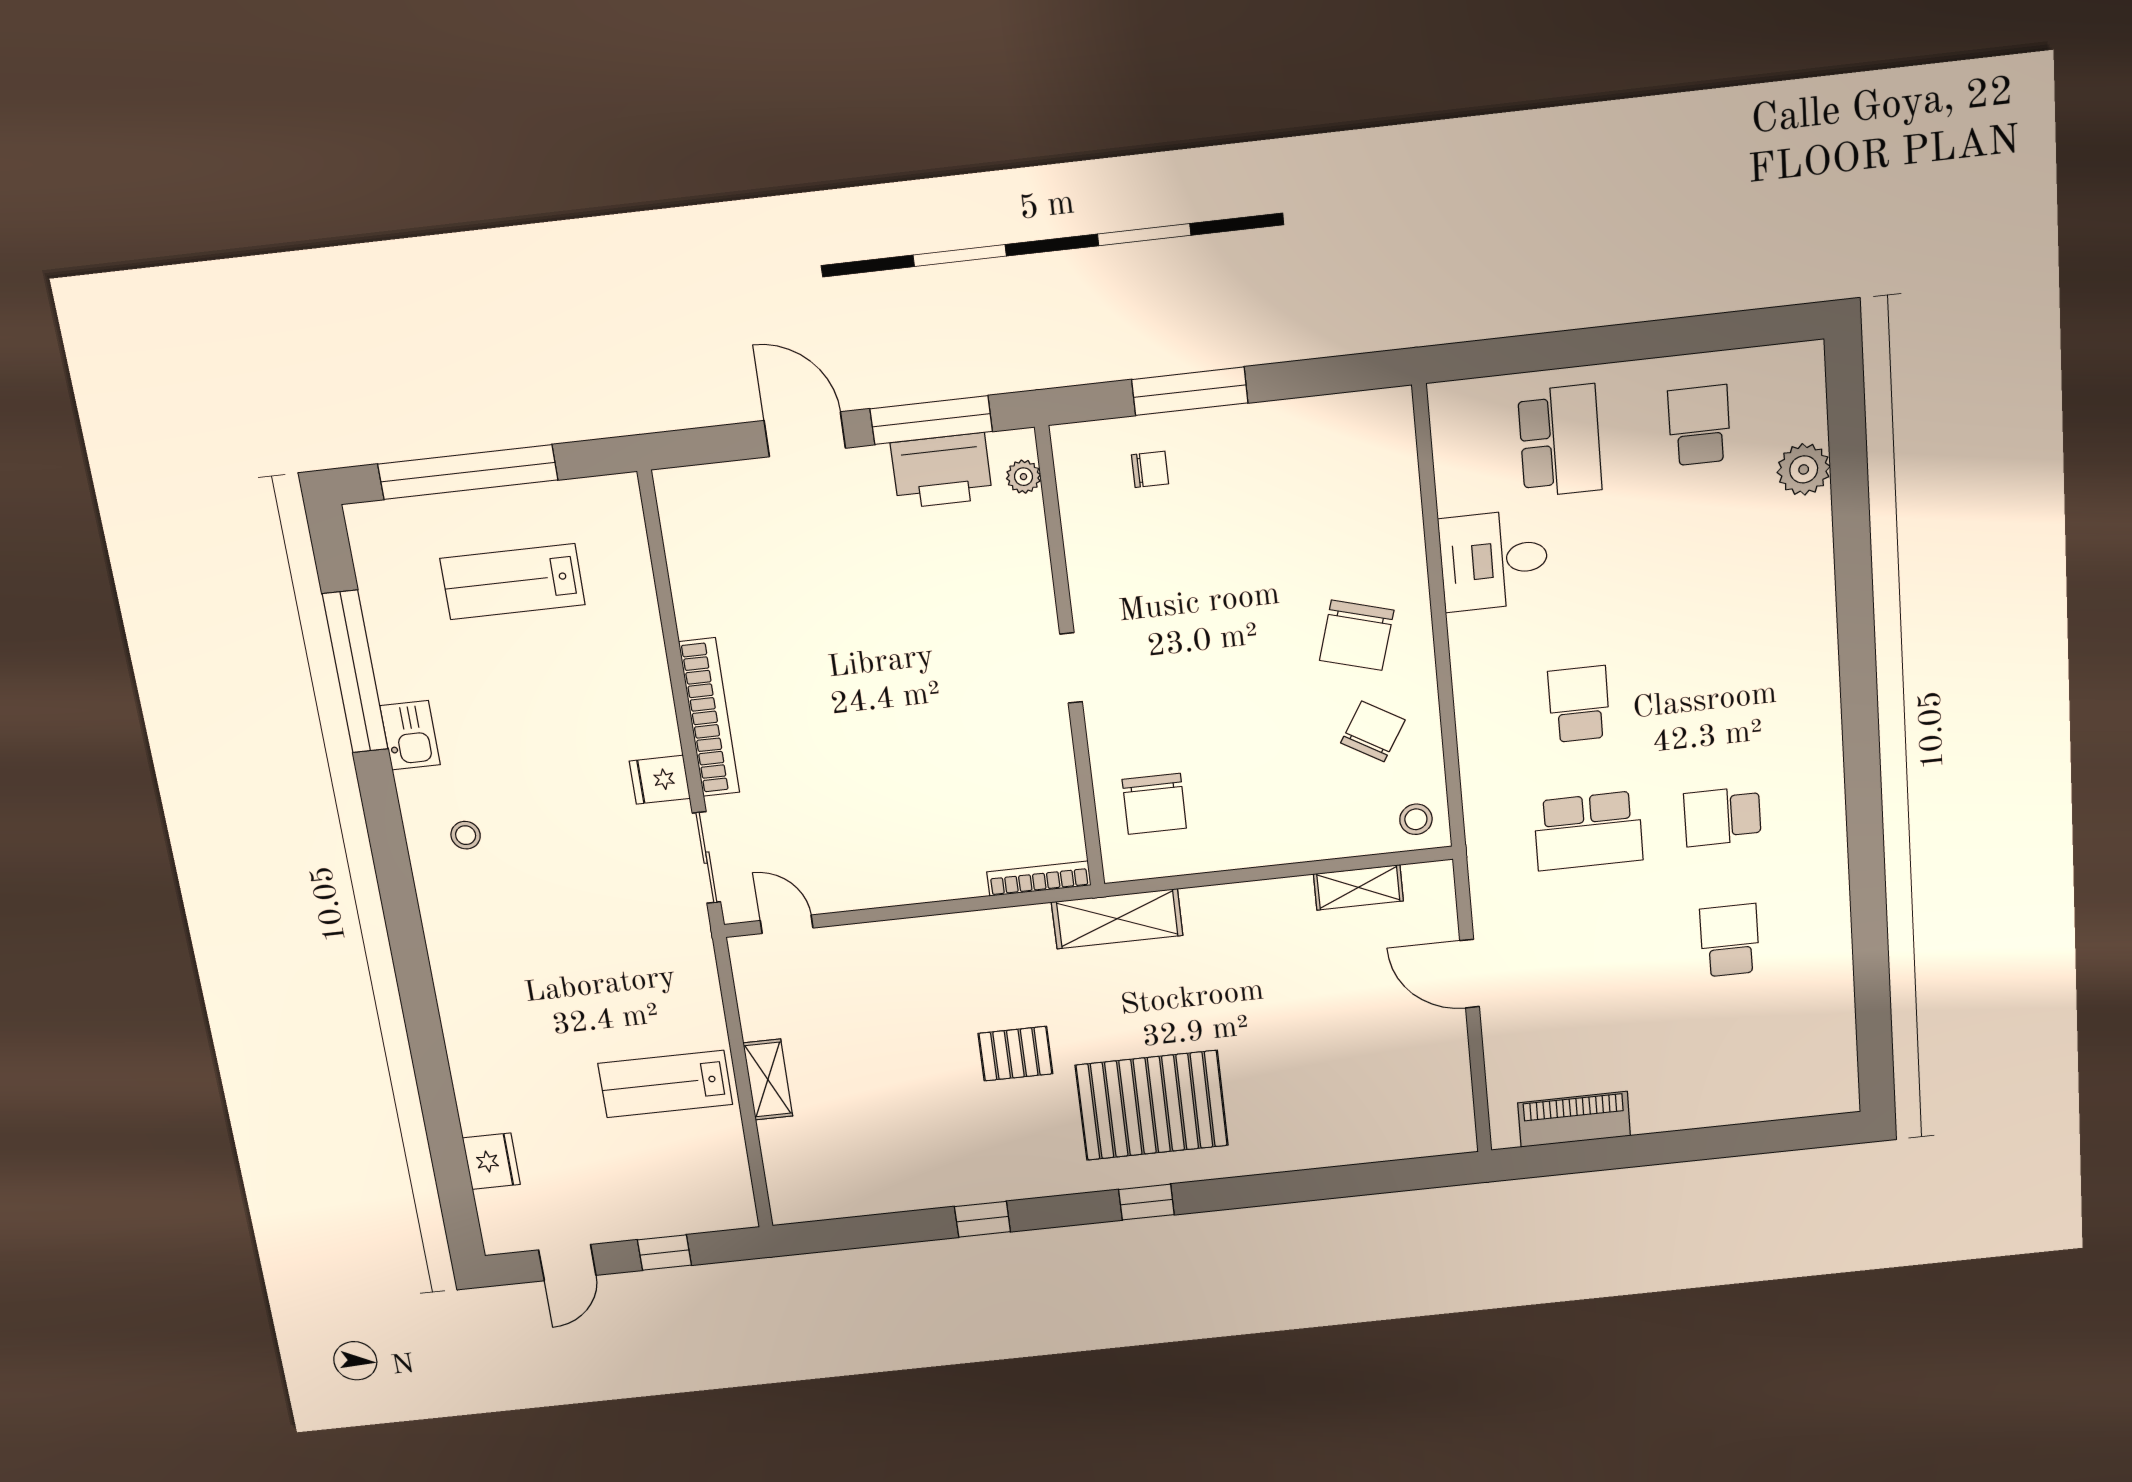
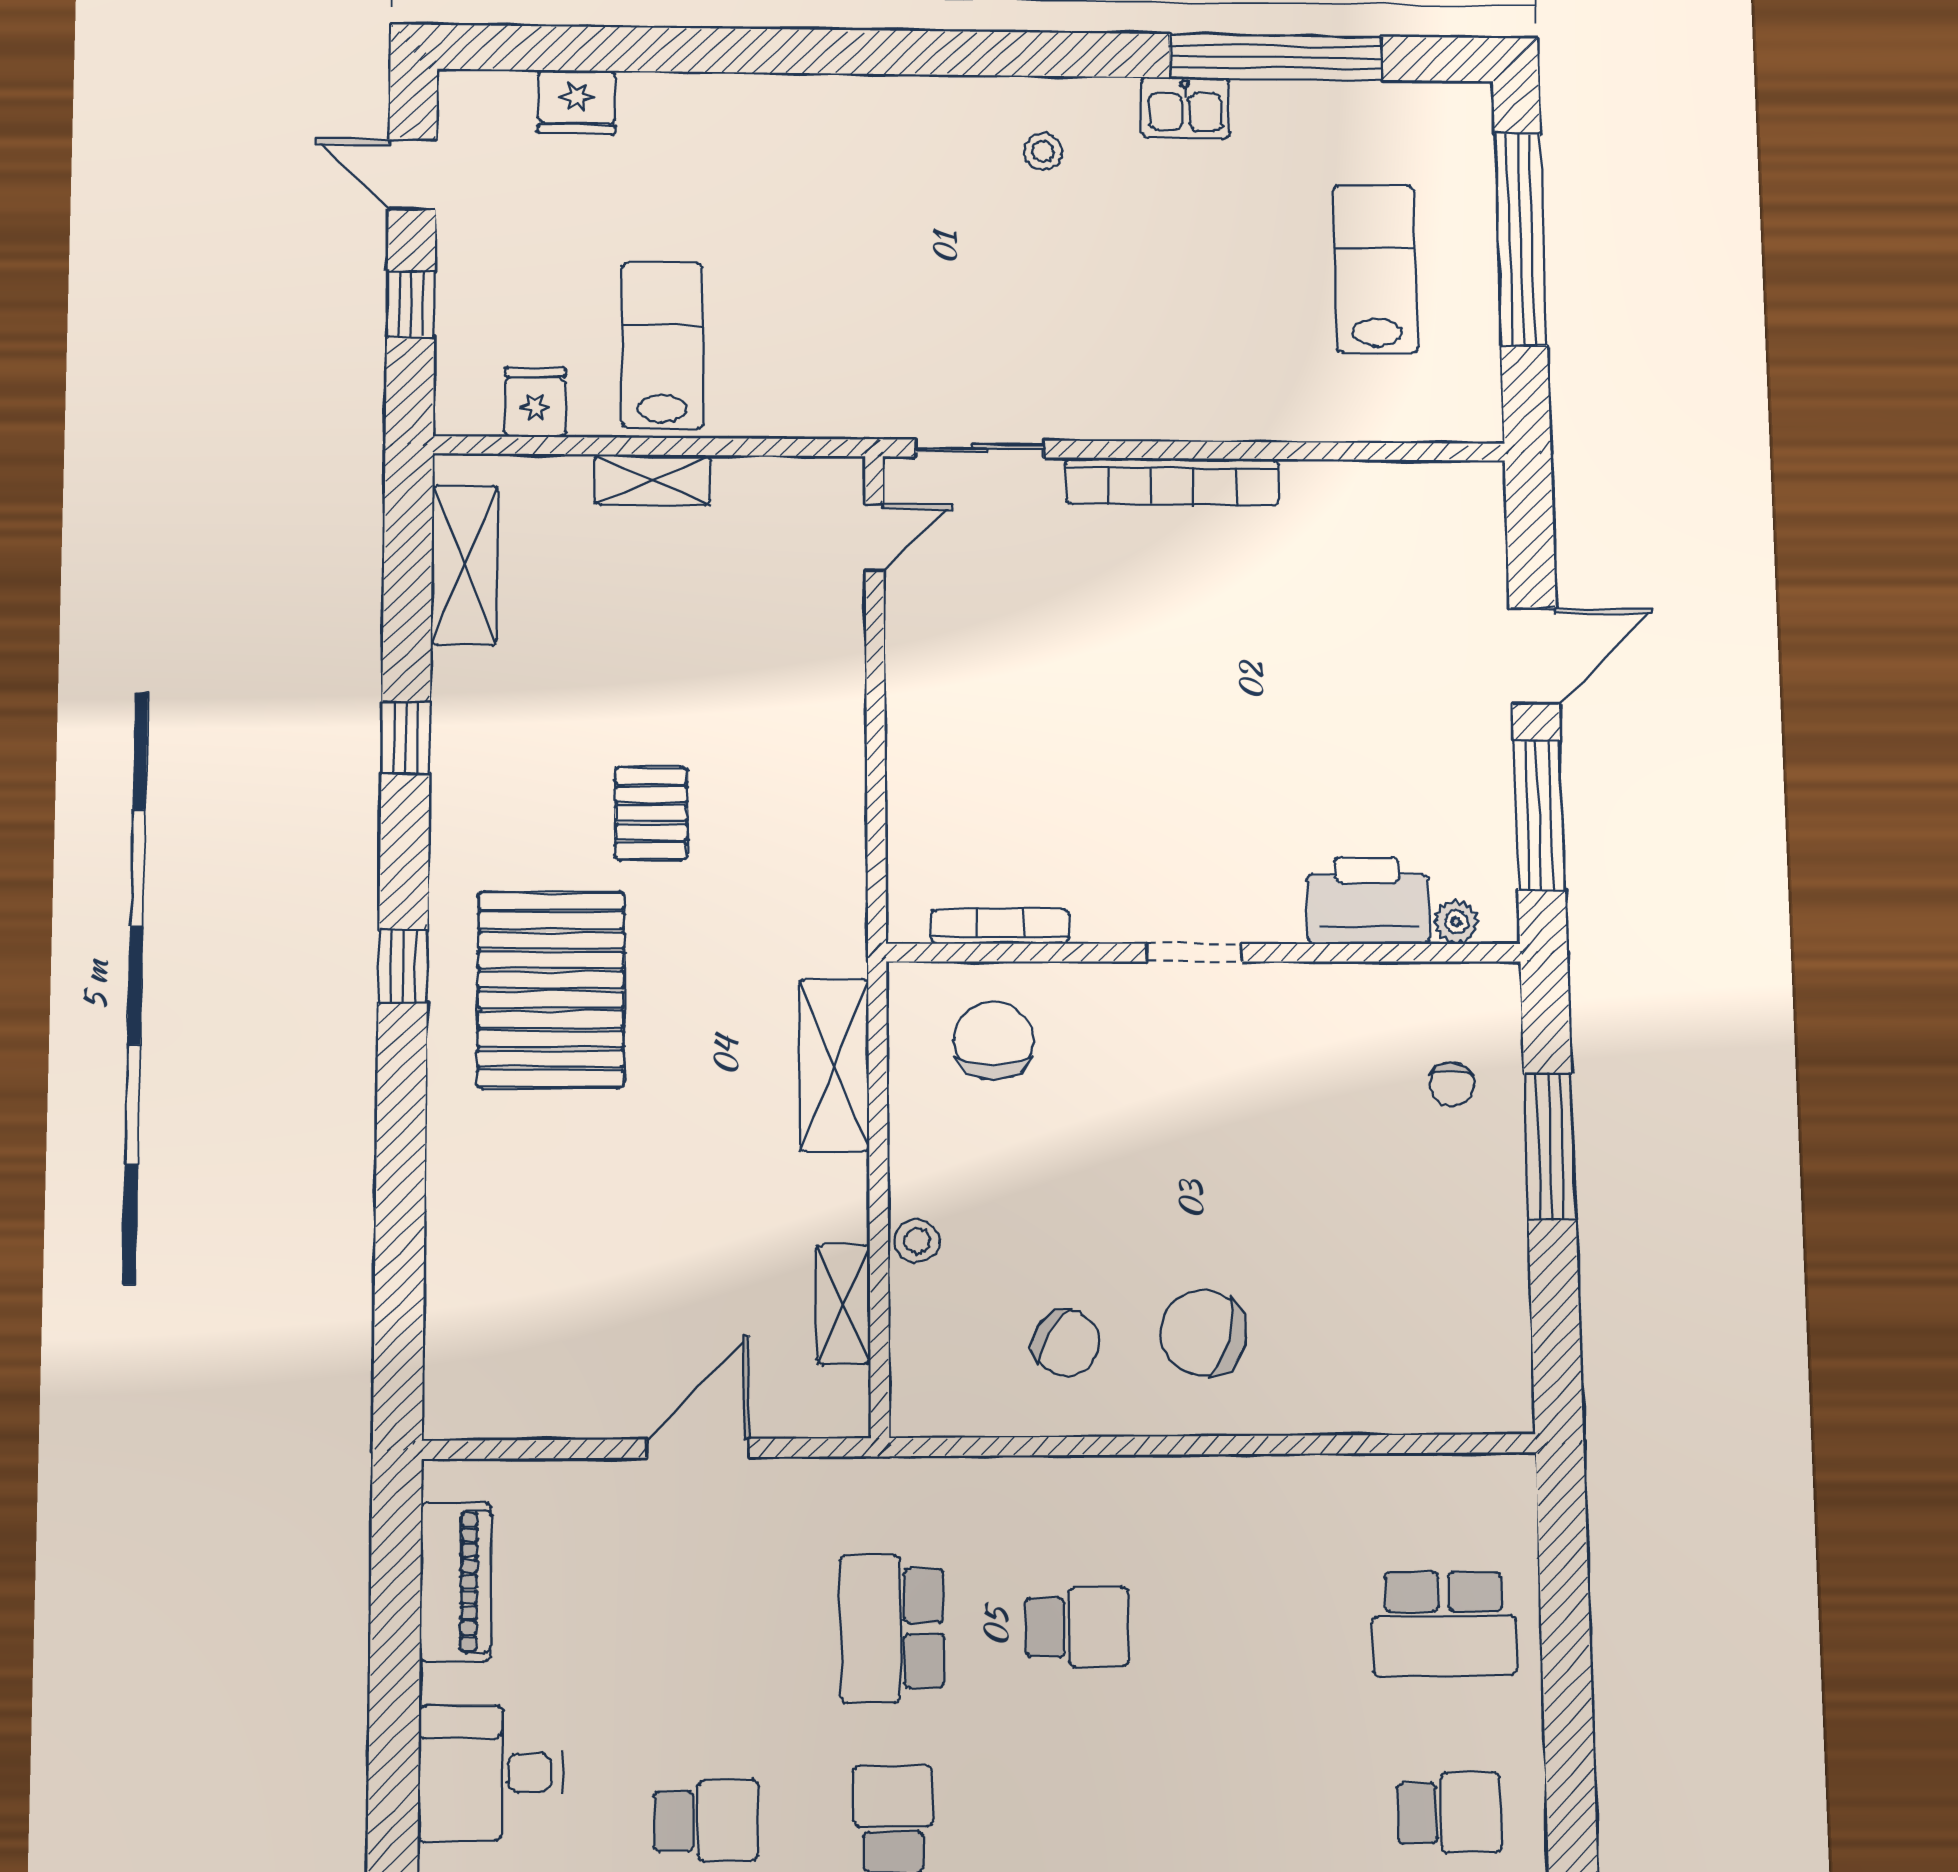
printer: (942, 471) -> (1368, 901), moved, turned 90
desk: (1494, 560) -> (491, 1773), moved, turned -90
fridge: (660, 780) -> (535, 402), moved
chair: (1154, 804) -> (994, 1041), turned 90
stool: (1416, 819) -> (917, 1241), moved
bookcase: (1039, 879) -> (1000, 926), moved, turned -90
shelving: (1117, 919) -> (834, 1065), moved
shelving: (851, 1196) -> (464, 565), added

